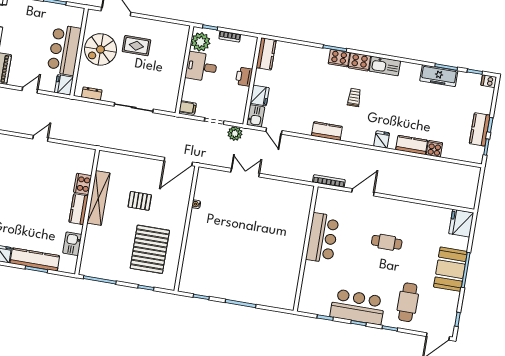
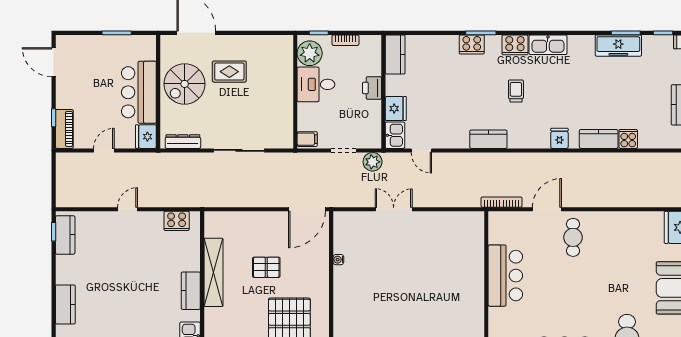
cooker: (339, 58) -> (472, 44), moved
dresser: (92, 94) -> (183, 142), width x1.44
cooker: (83, 184) -> (177, 221), moved, turned -90
cafe table: (387, 242) -> (573, 237), moved, turned 90

